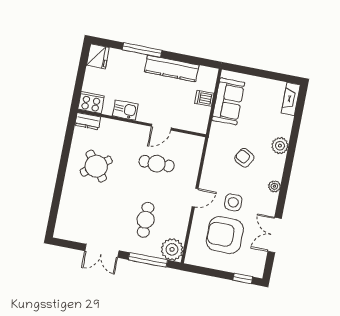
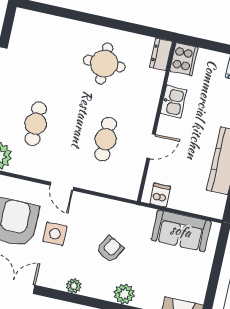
dishwasher: (204, 98) -> (160, 195), moved
door: (161, 127) -> (151, 146), swing flipped
round table: (96, 166) -> (104, 64), turned 37
cafe table: (146, 220) -> (36, 124), turned 90

